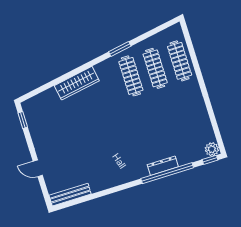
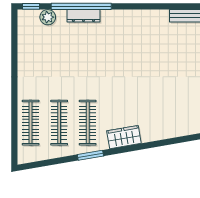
wardrobe: (77, 83) -> (124, 137), moved, width x0.67
plant: (212, 149) -> (48, 17), moved

